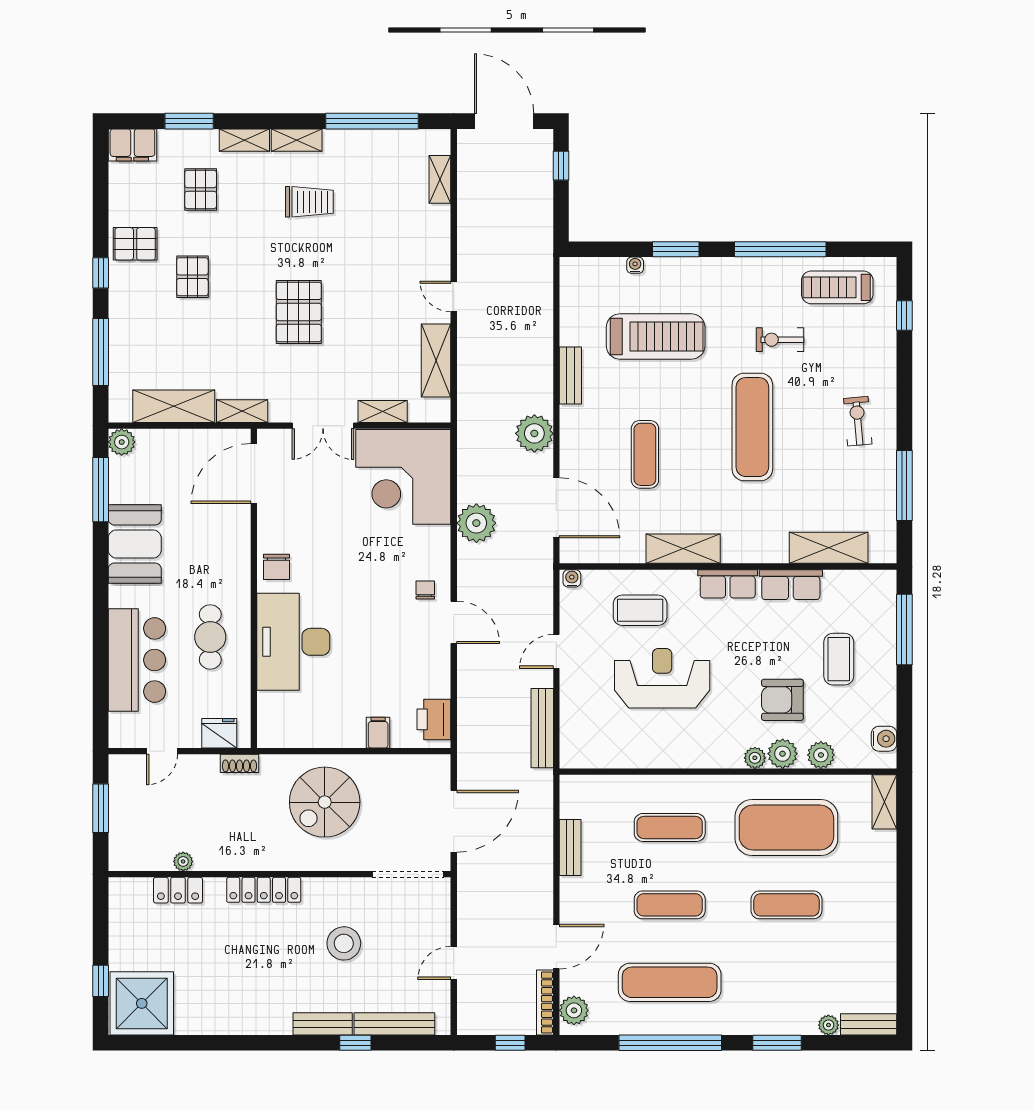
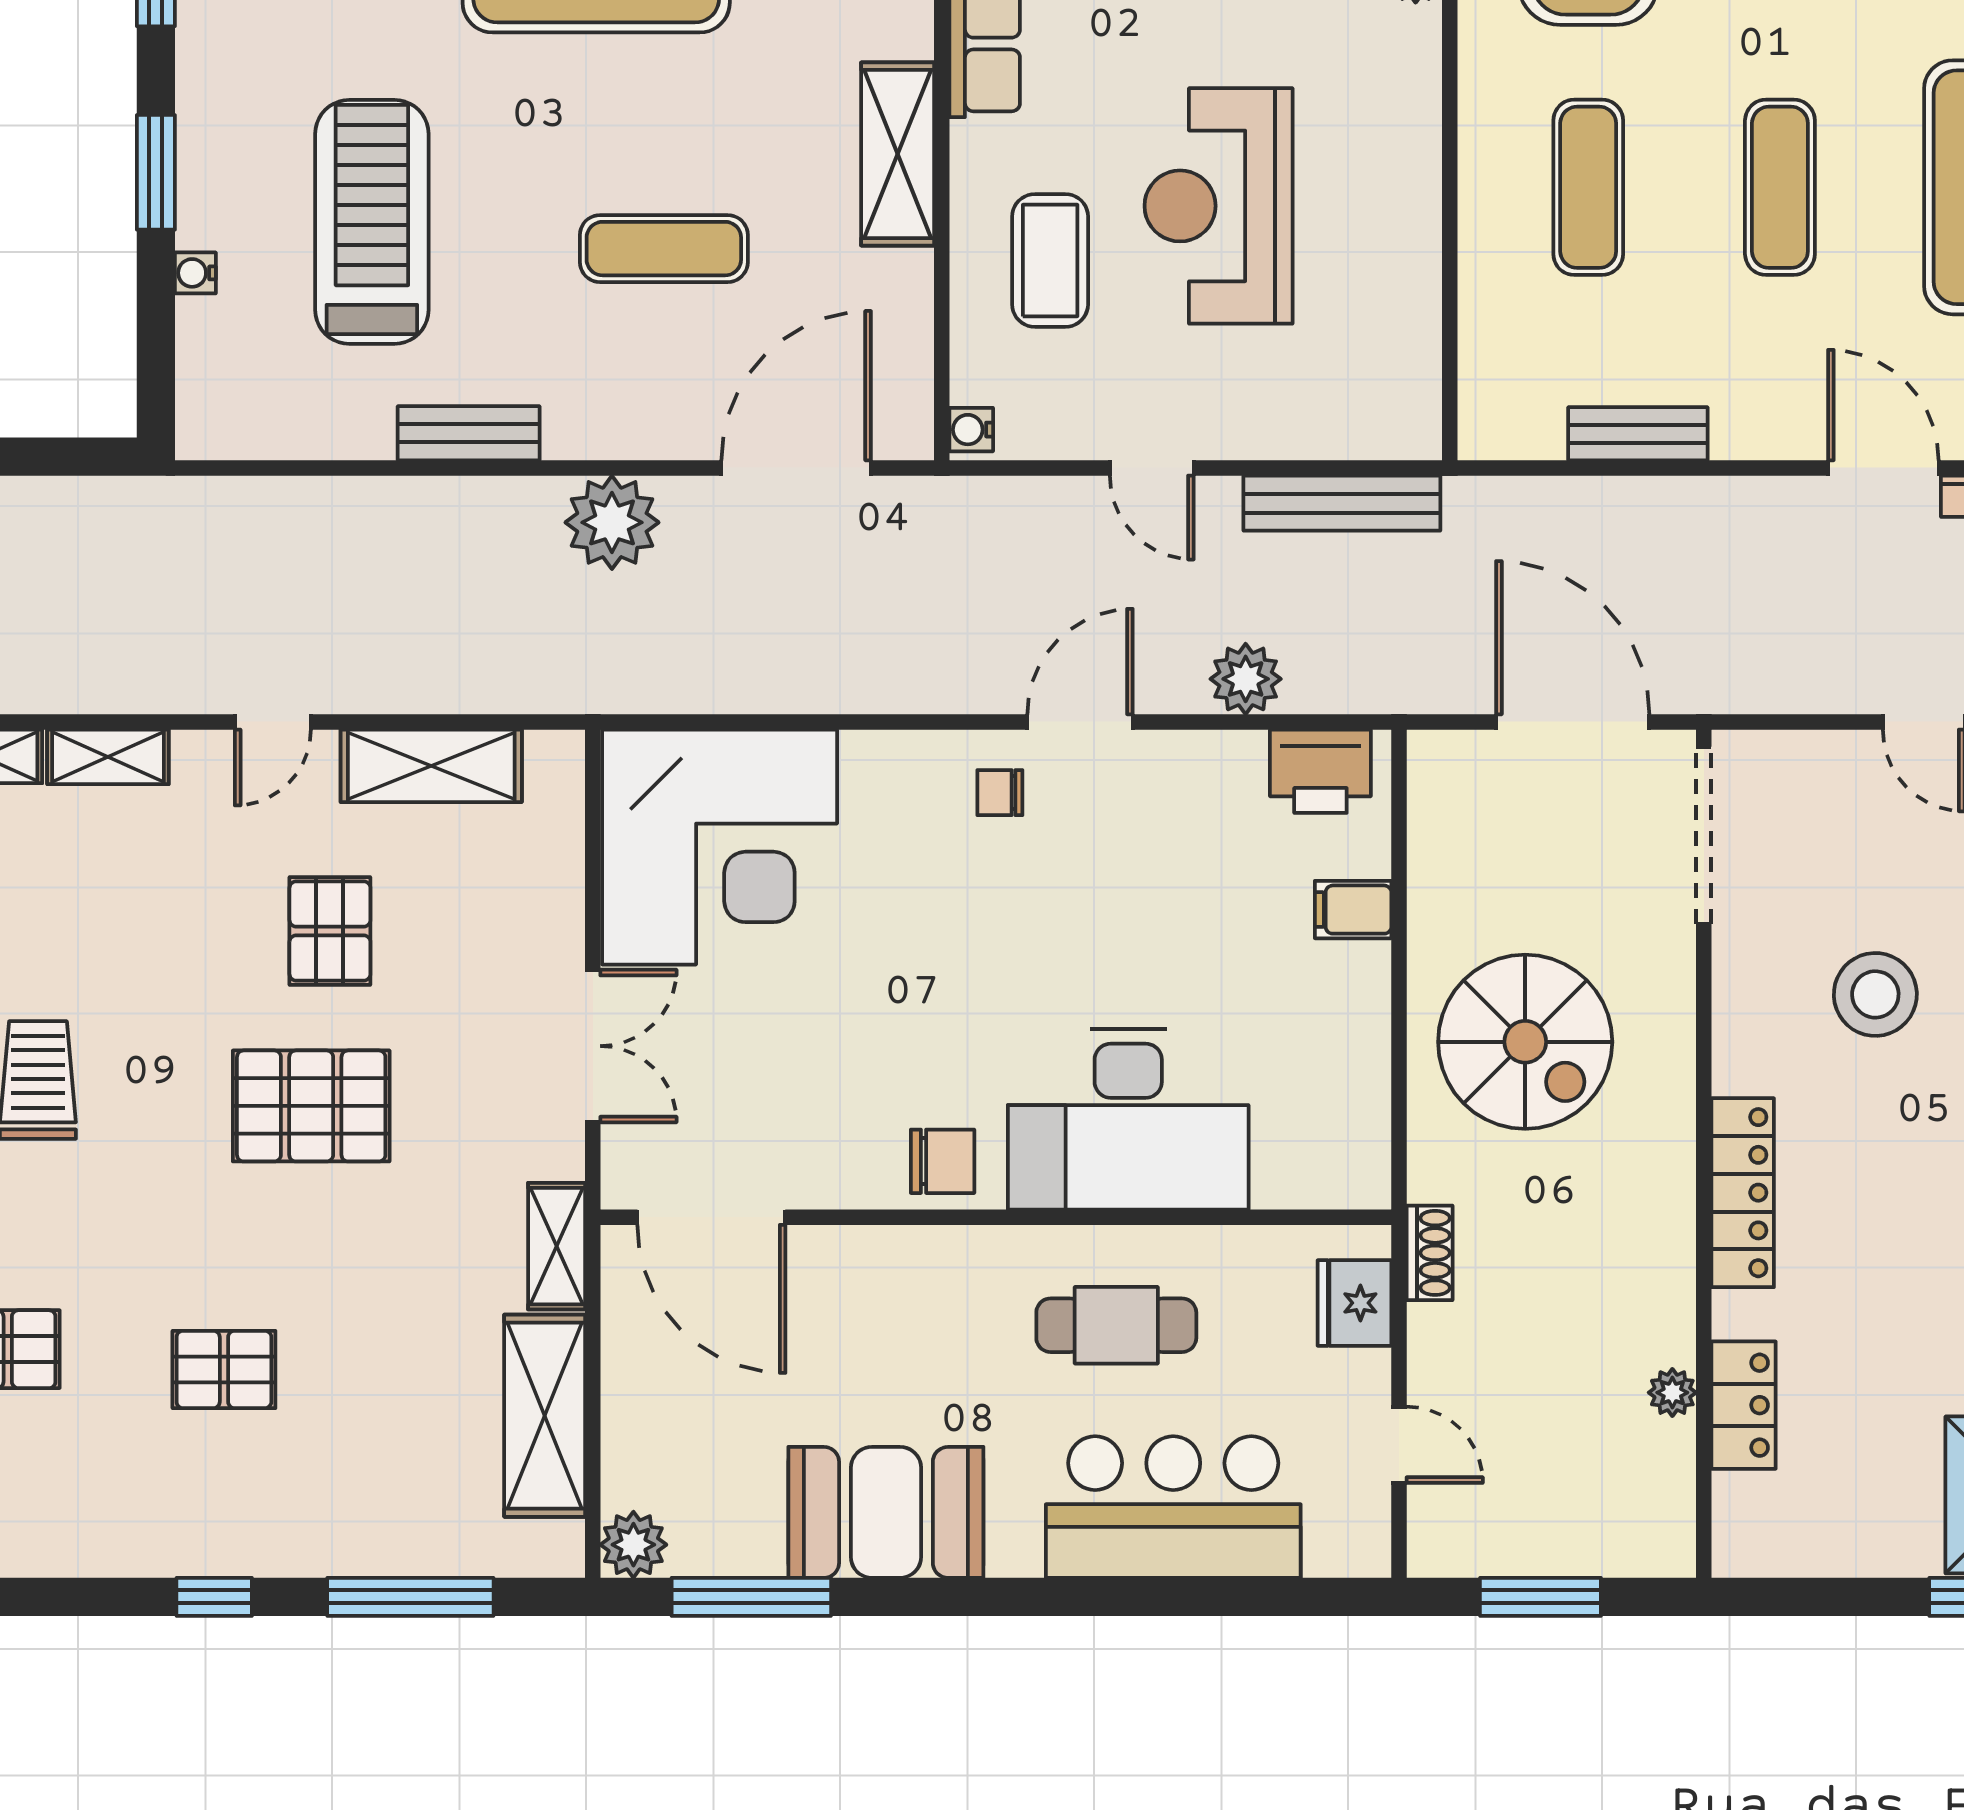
pallet: (135, 244) -> (330, 931), moved
shelving: (383, 412) -> (108, 757), moved, turned 90
plant: (476, 523) -> (1246, 679), moved, width x0.73, depth x0.73

